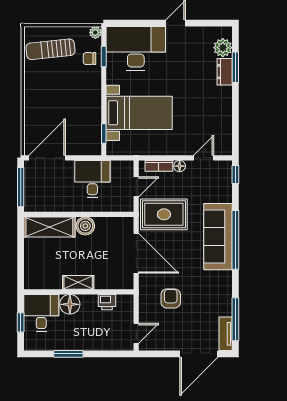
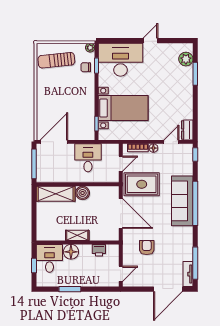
dresser: (225, 72) -> (187, 130), moved

